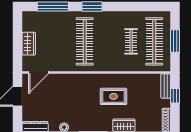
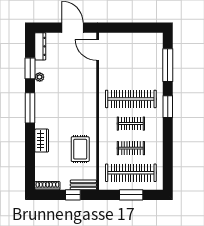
clothes rail: (108, 41) -> (131, 124), added
wardrobe: (29, 44) -> (128, 40), removed
rug: (113, 96) -> (80, 149), moved

